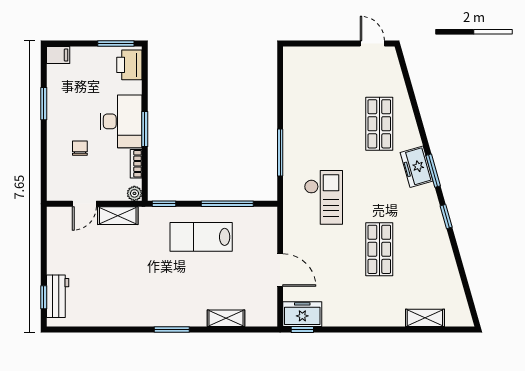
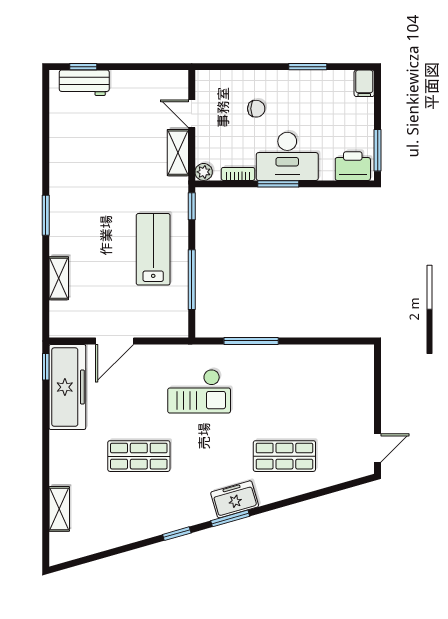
freezer: (302, 314) -> (67, 387), width x1.91, depth x1.26

